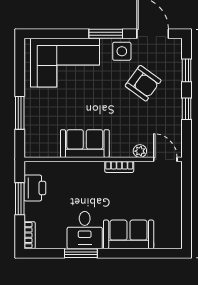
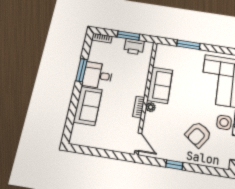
window: (187, 70) -> (204, 170), removed
plant: (140, 151) -> (151, 107), moved
door: (165, 159) -> (138, 142), hinge flipped

